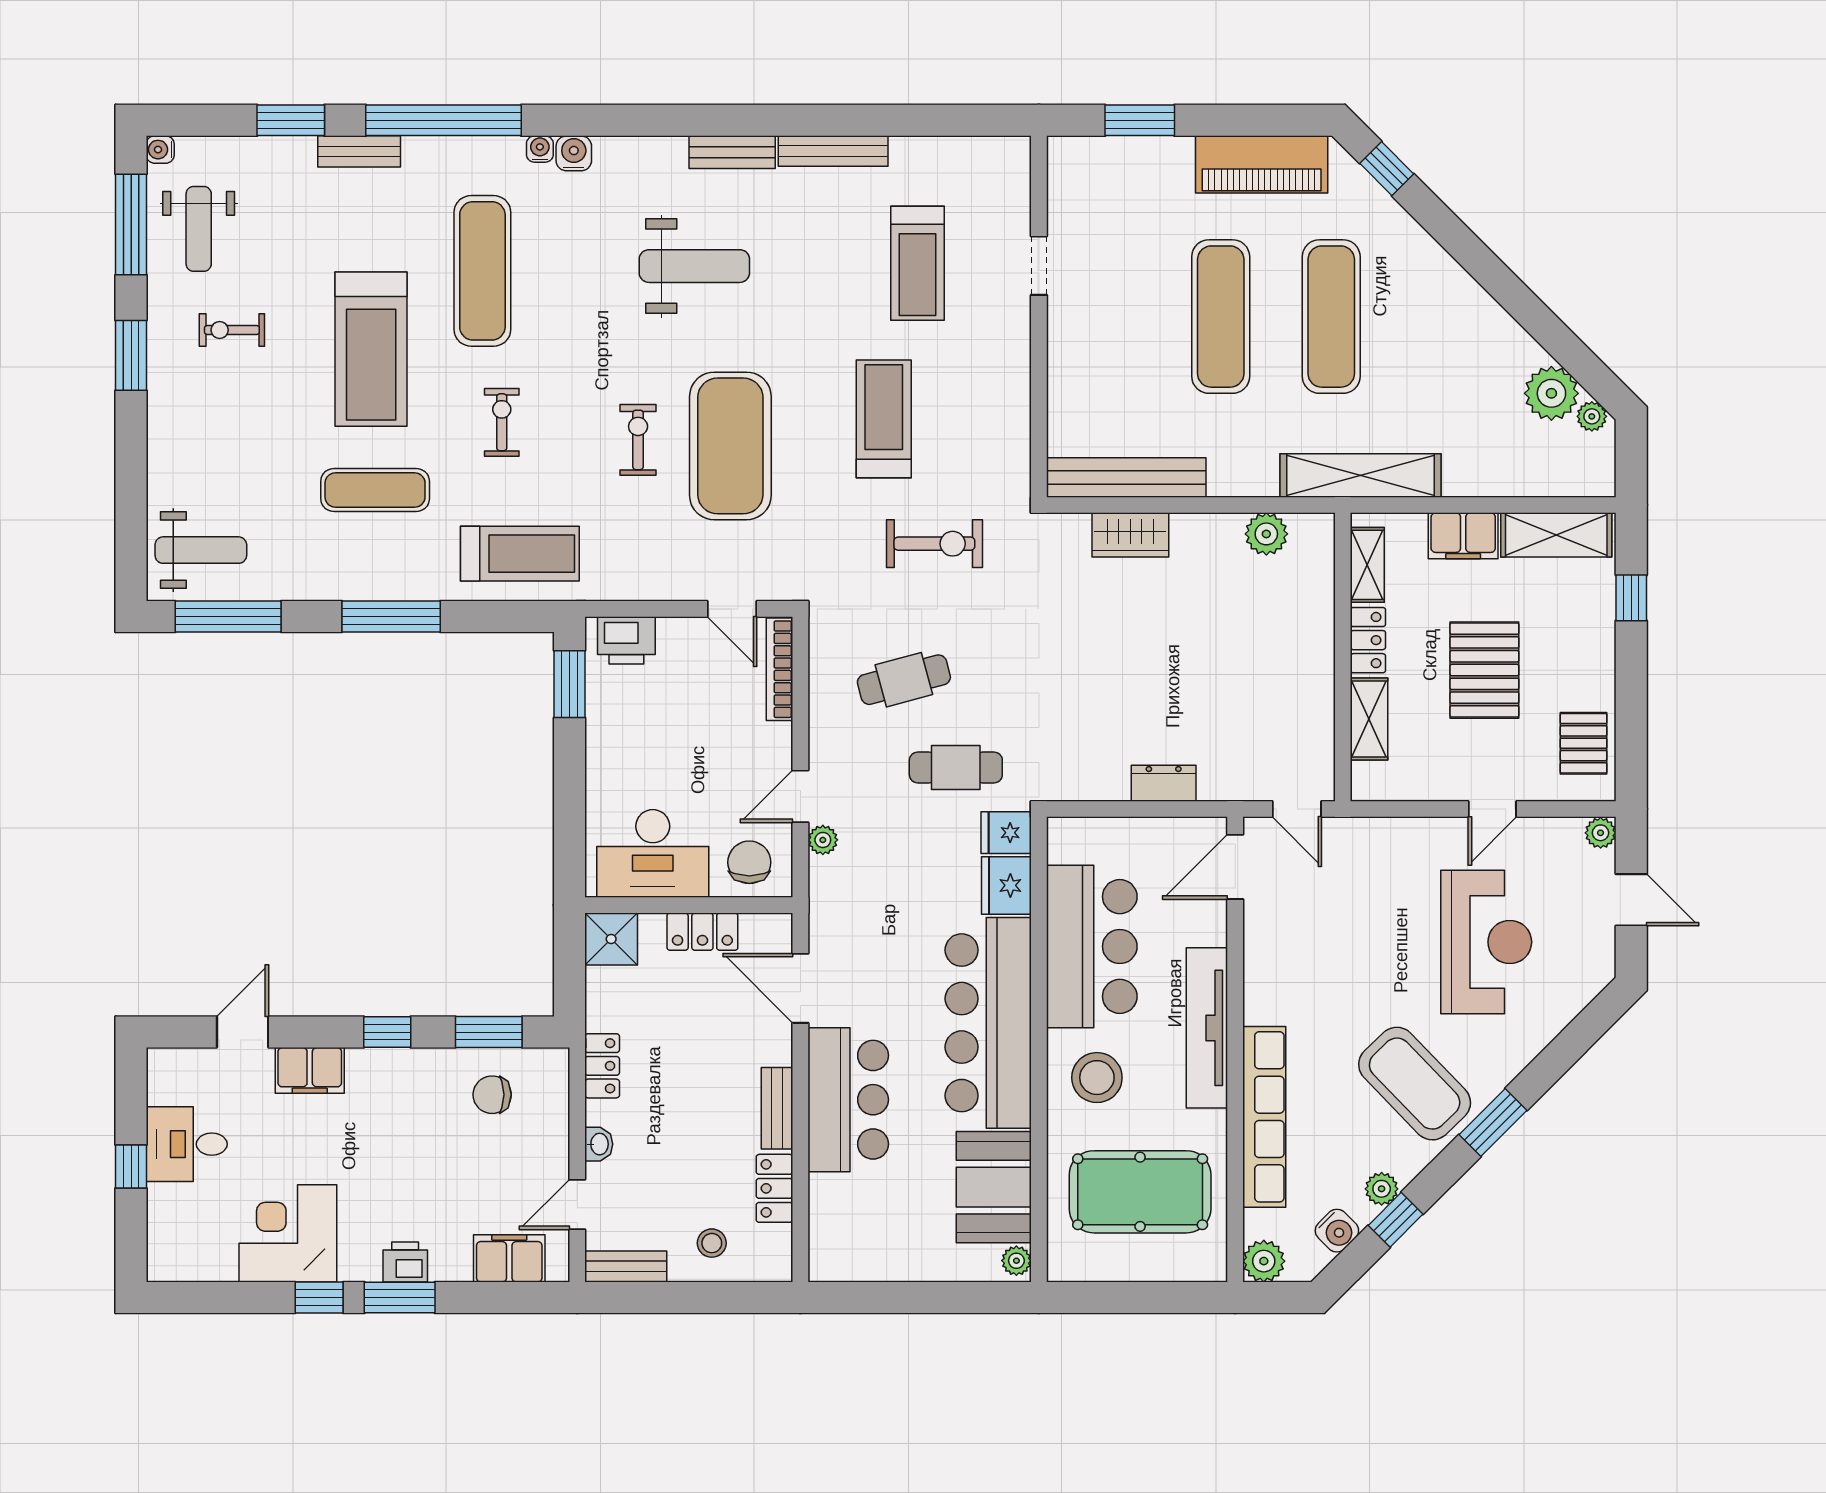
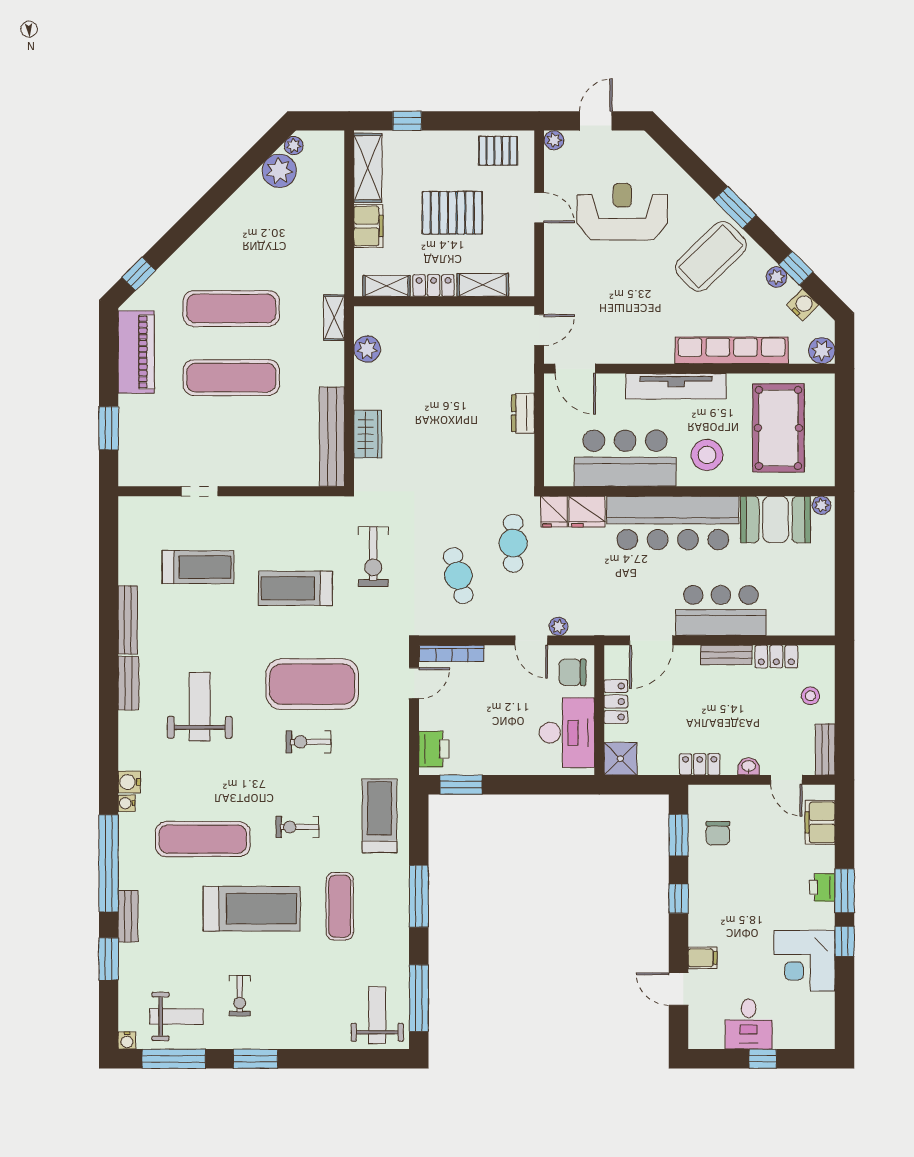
shelving: (1360, 475) -> (334, 318), width x0.45, depth x0.75
exercise bike: (934, 544) -> (373, 557), turned 180
filing cabinet: (310, 1070) -> (703, 958), width x0.50

